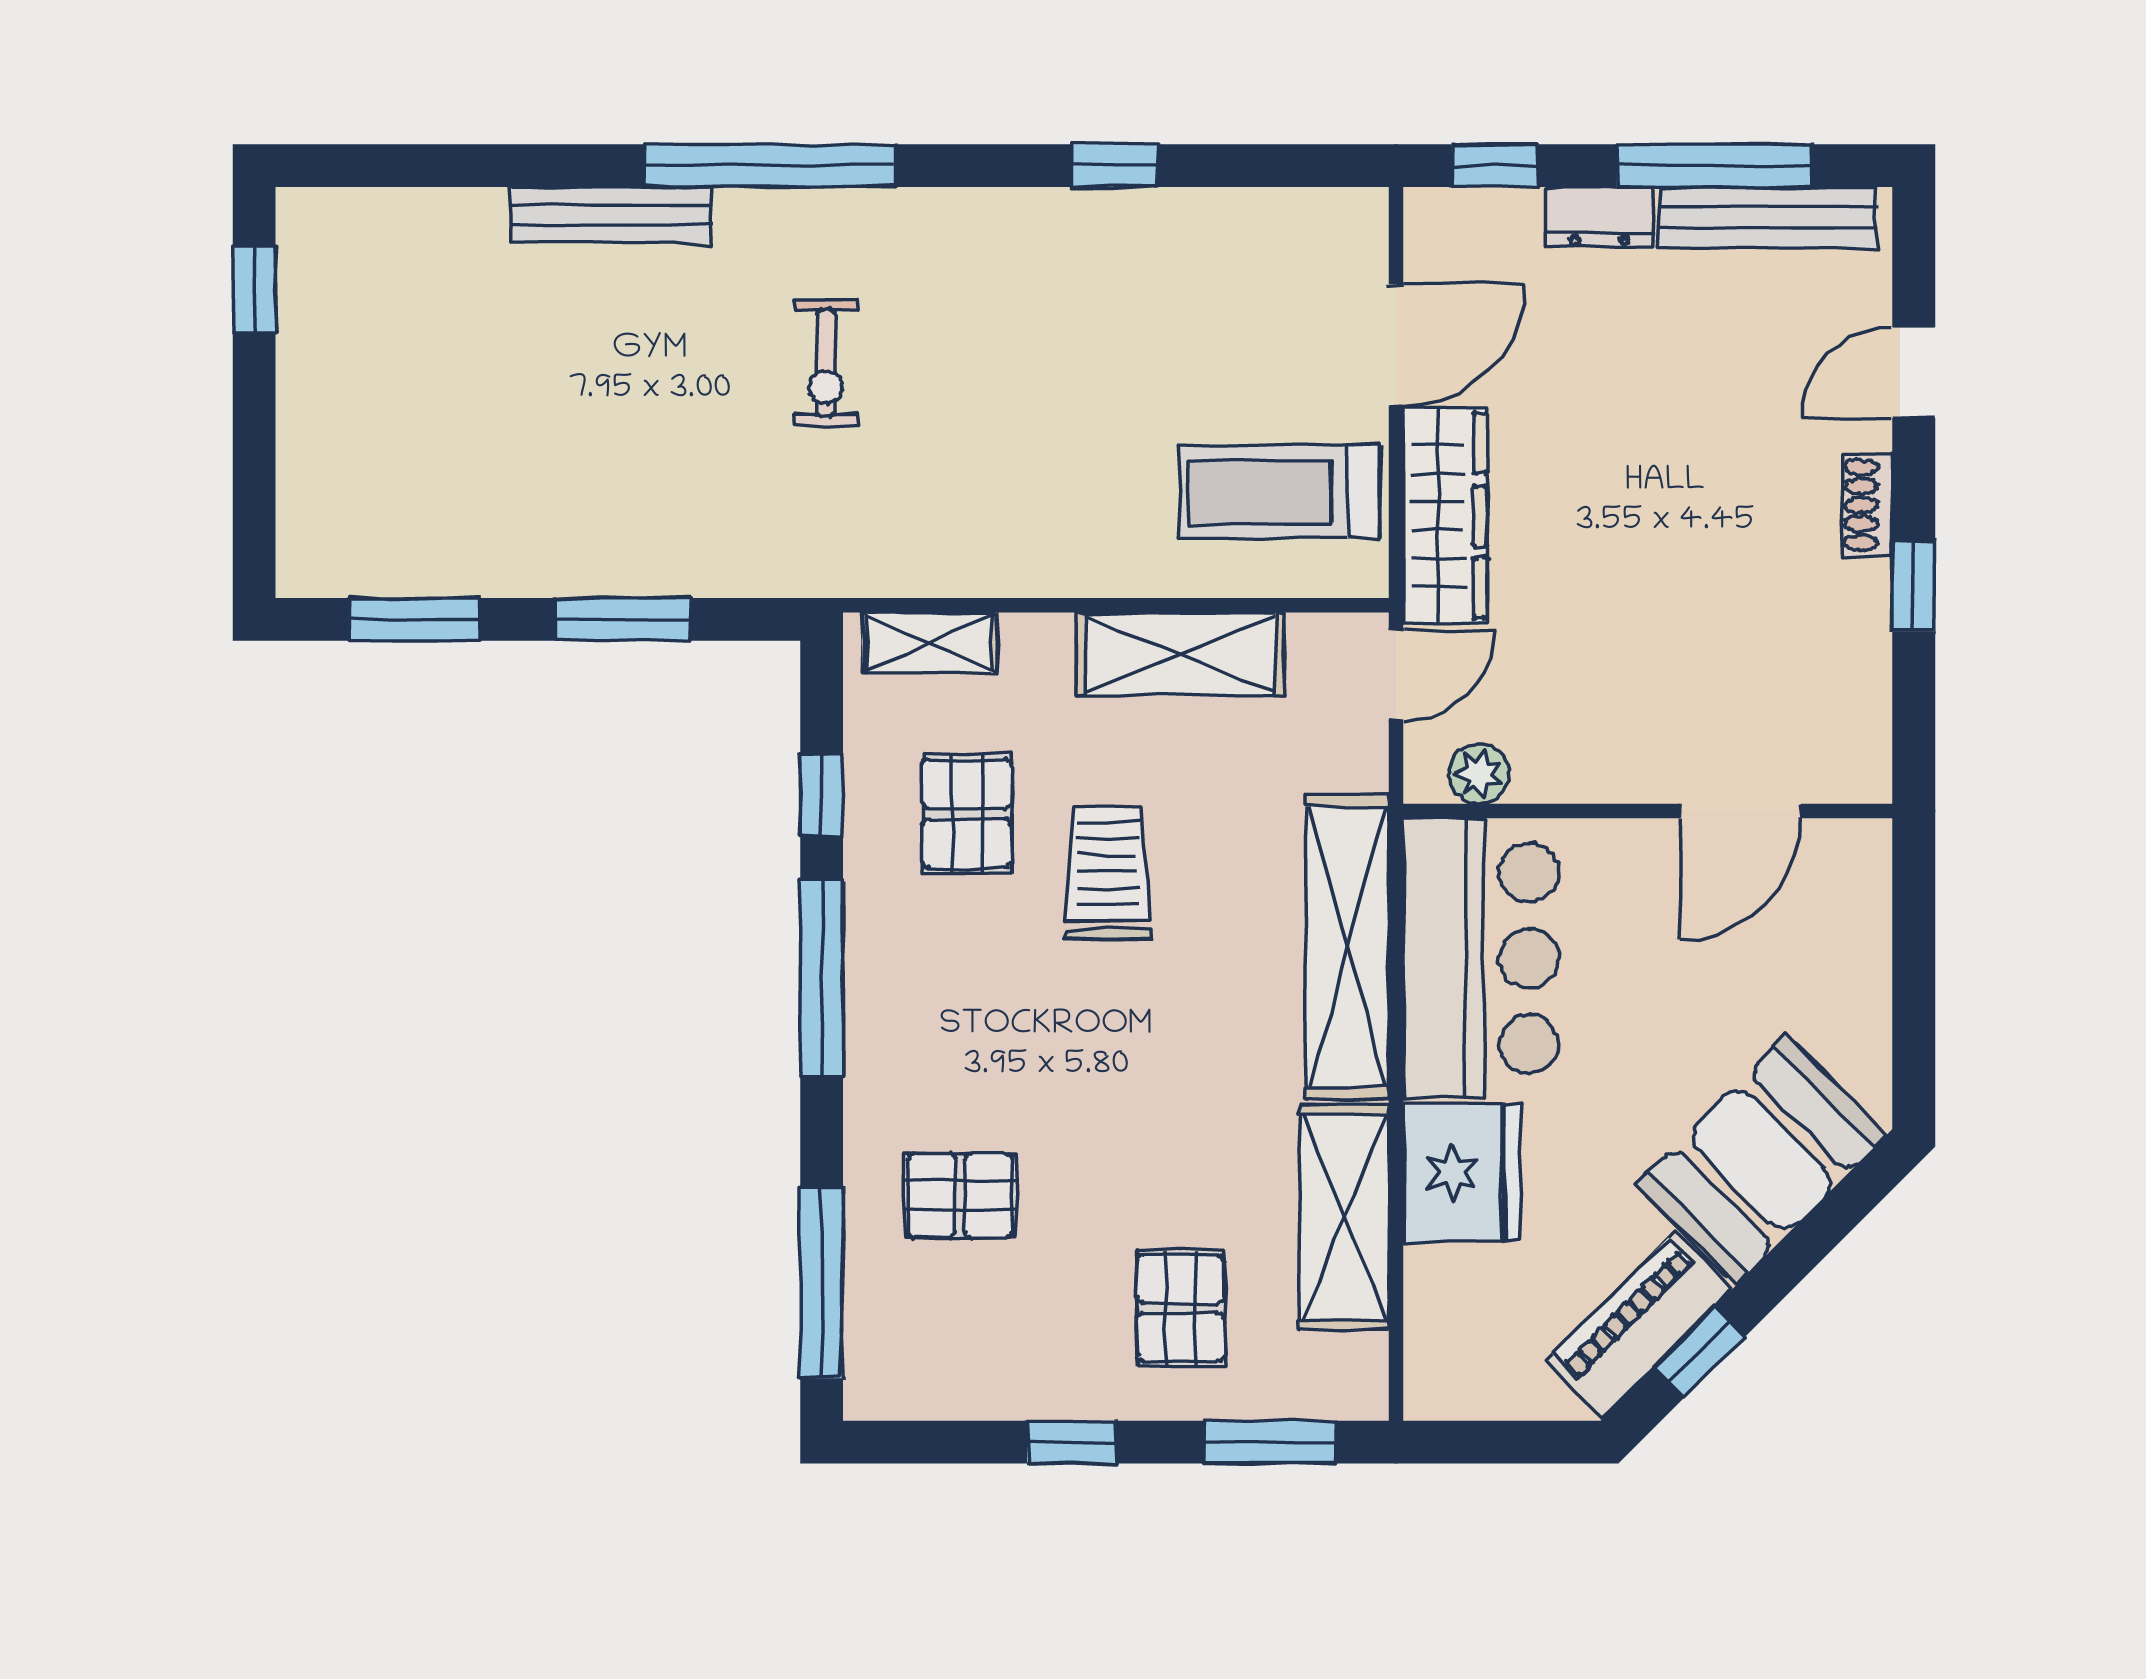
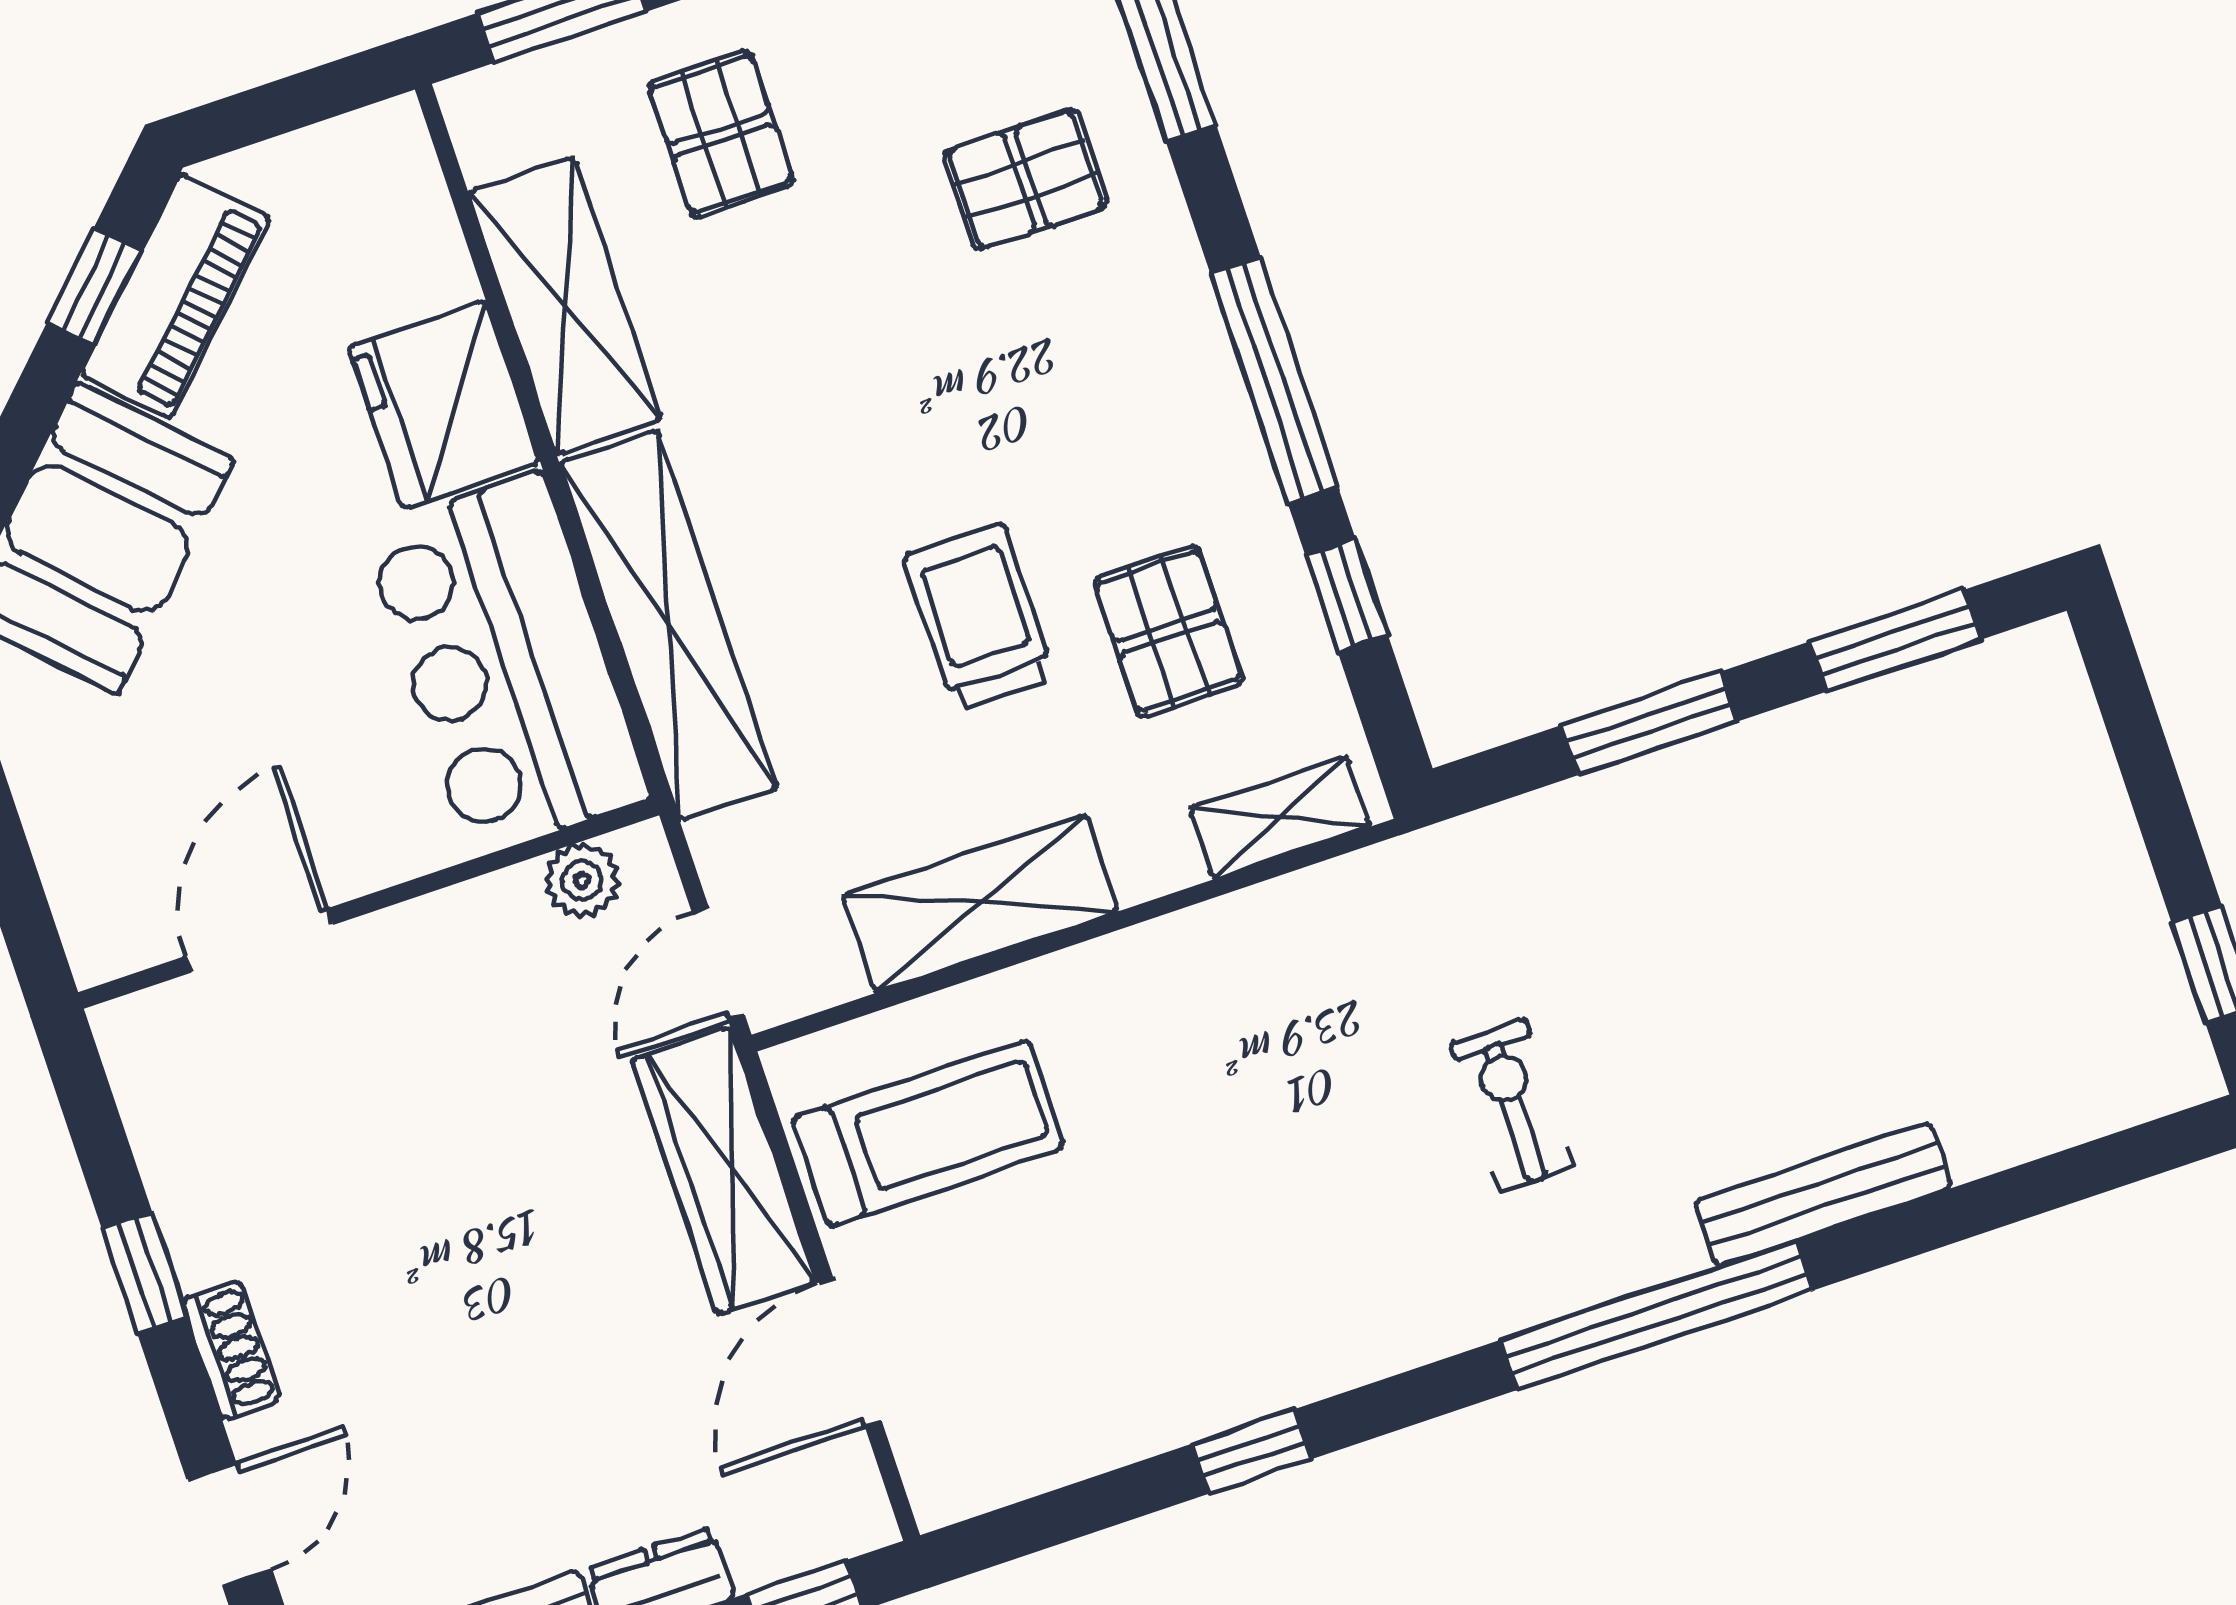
trolley: (1108, 873) -> (979, 617), turned 180

